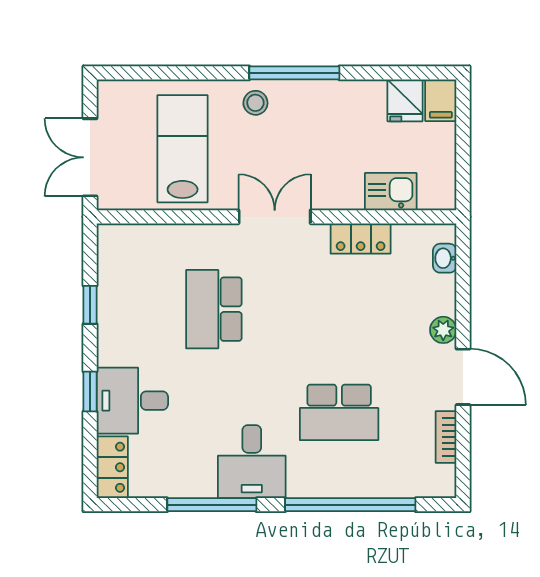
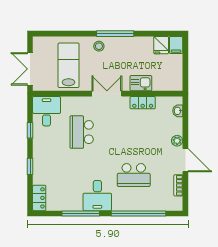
kitchen sink: (391, 192) -> (141, 83), moved
desk: (132, 401) -> (47, 111), moved, turned 90

